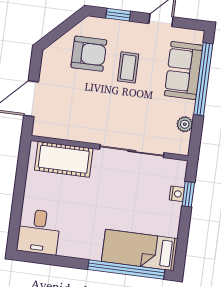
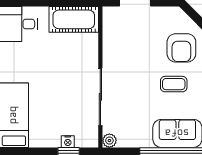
plant: (185, 124) -> (109, 141), moved
cot: (64, 159) -> (74, 19), moved, turned 90

